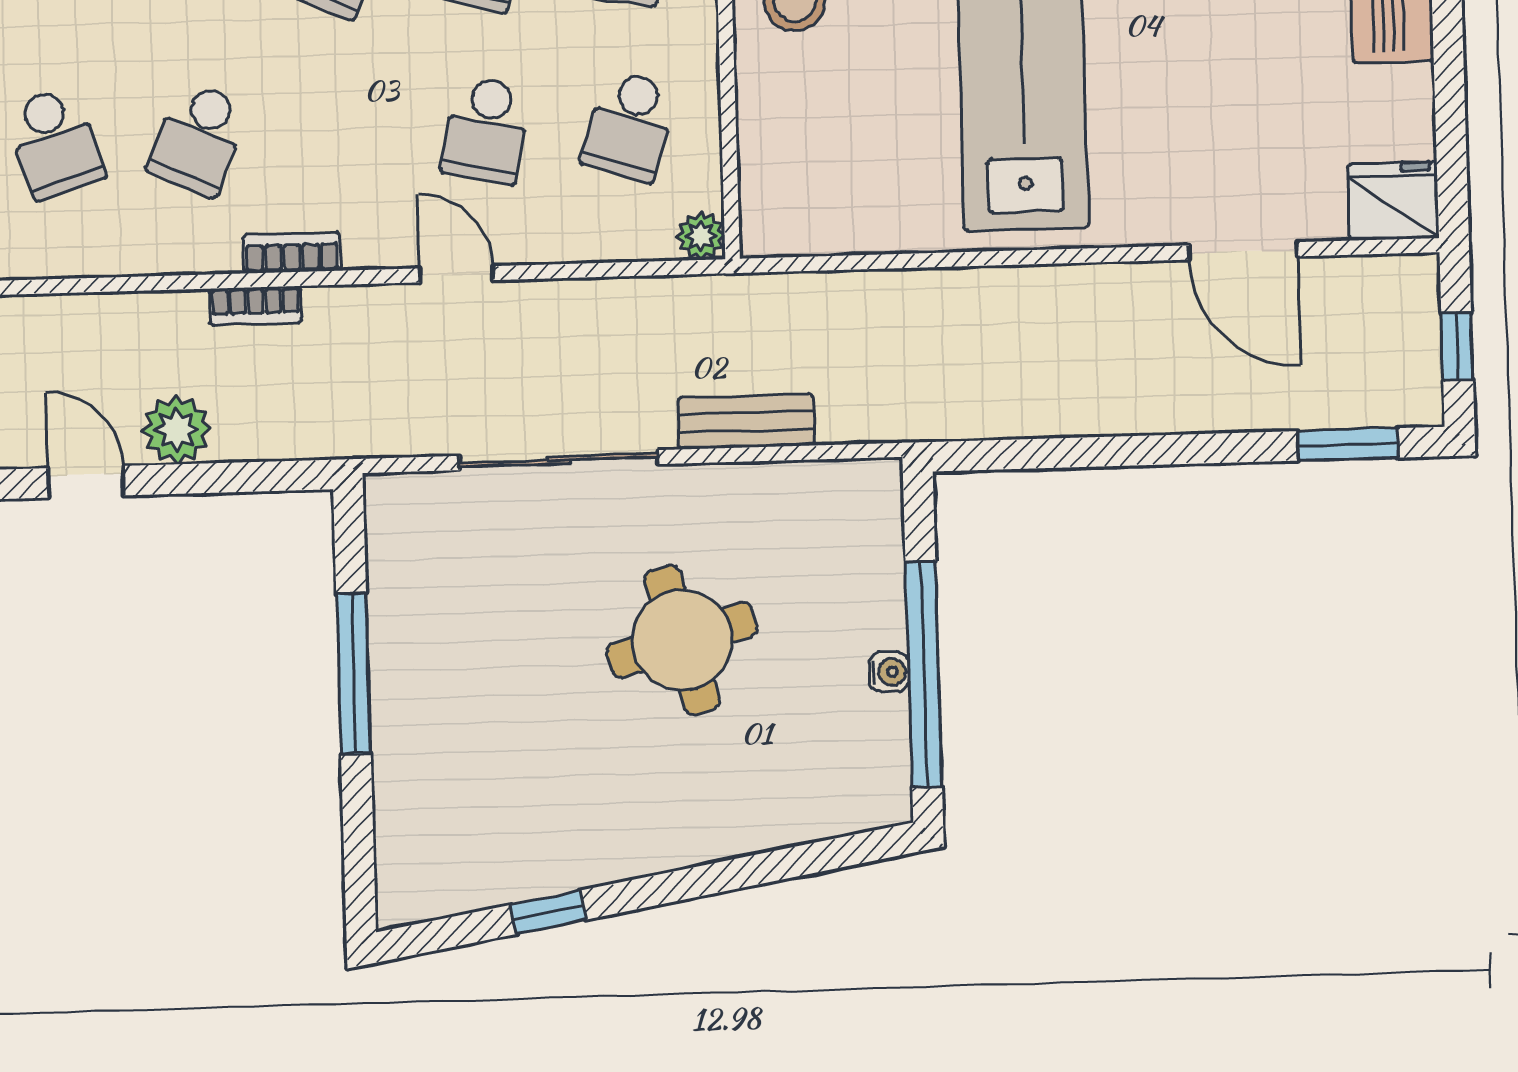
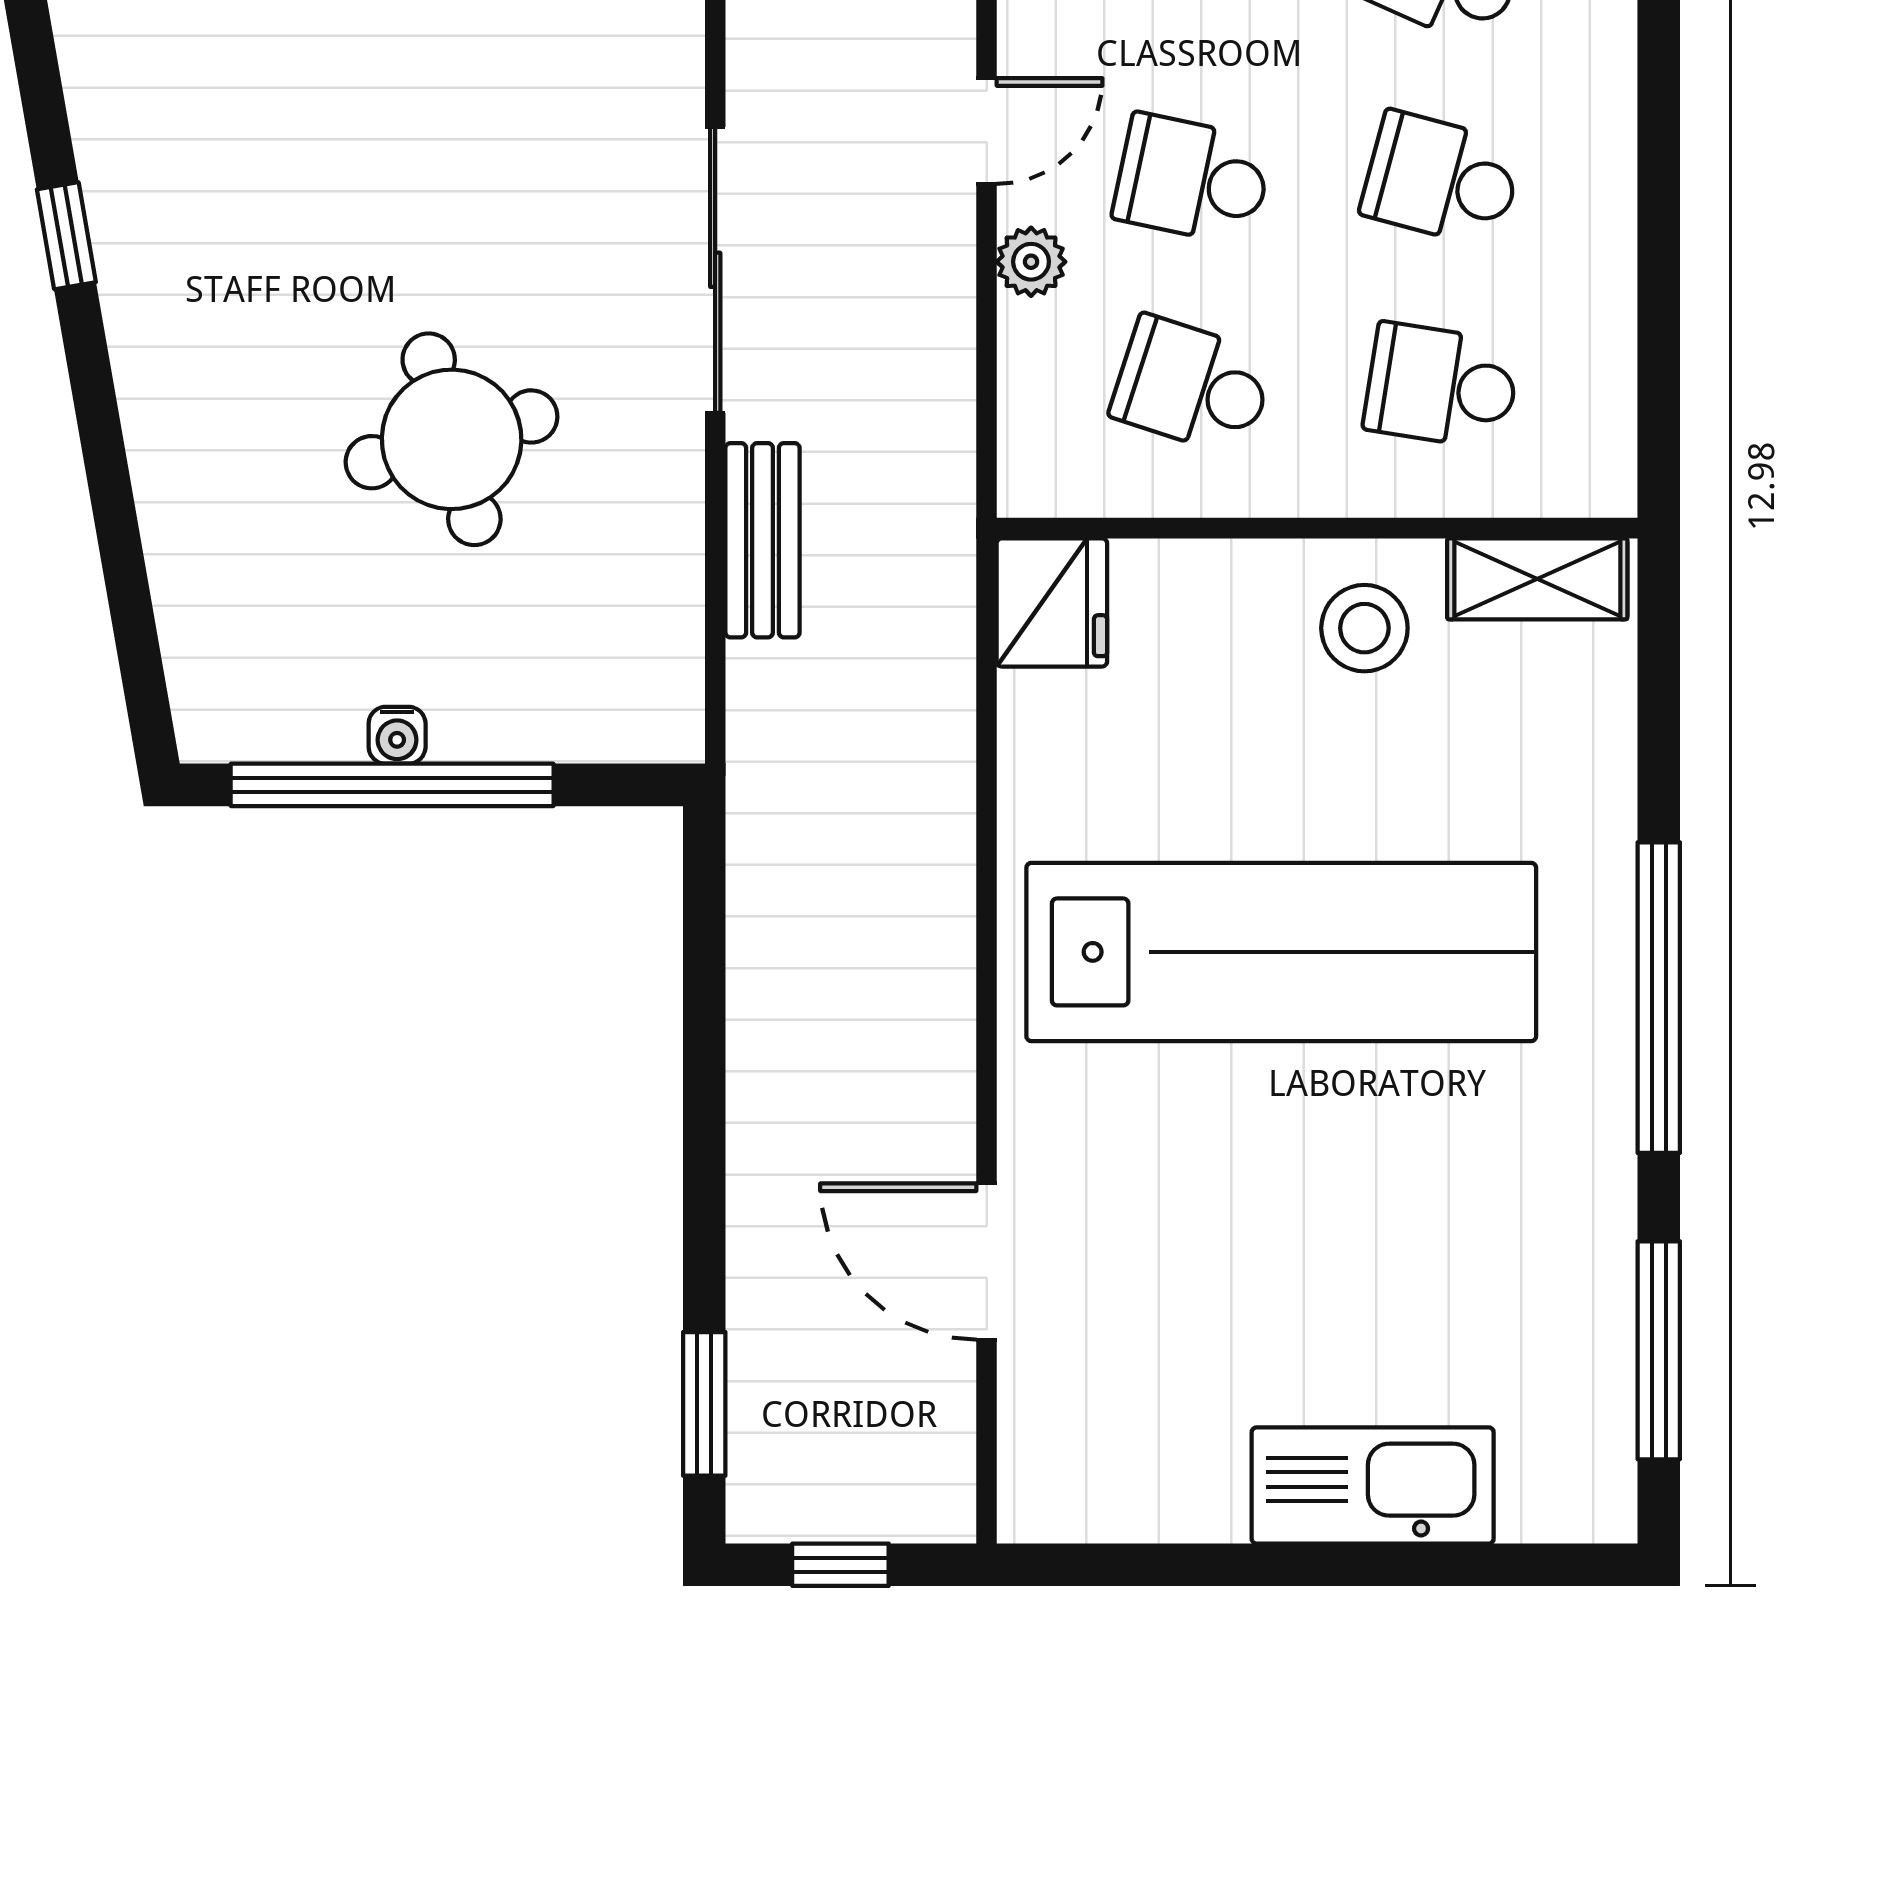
fridge: (1393, 201) -> (1052, 602), moved
plant: (701, 236) -> (1031, 262), moved
door: (1243, 251) -> (987, 1262), hinge flipped

